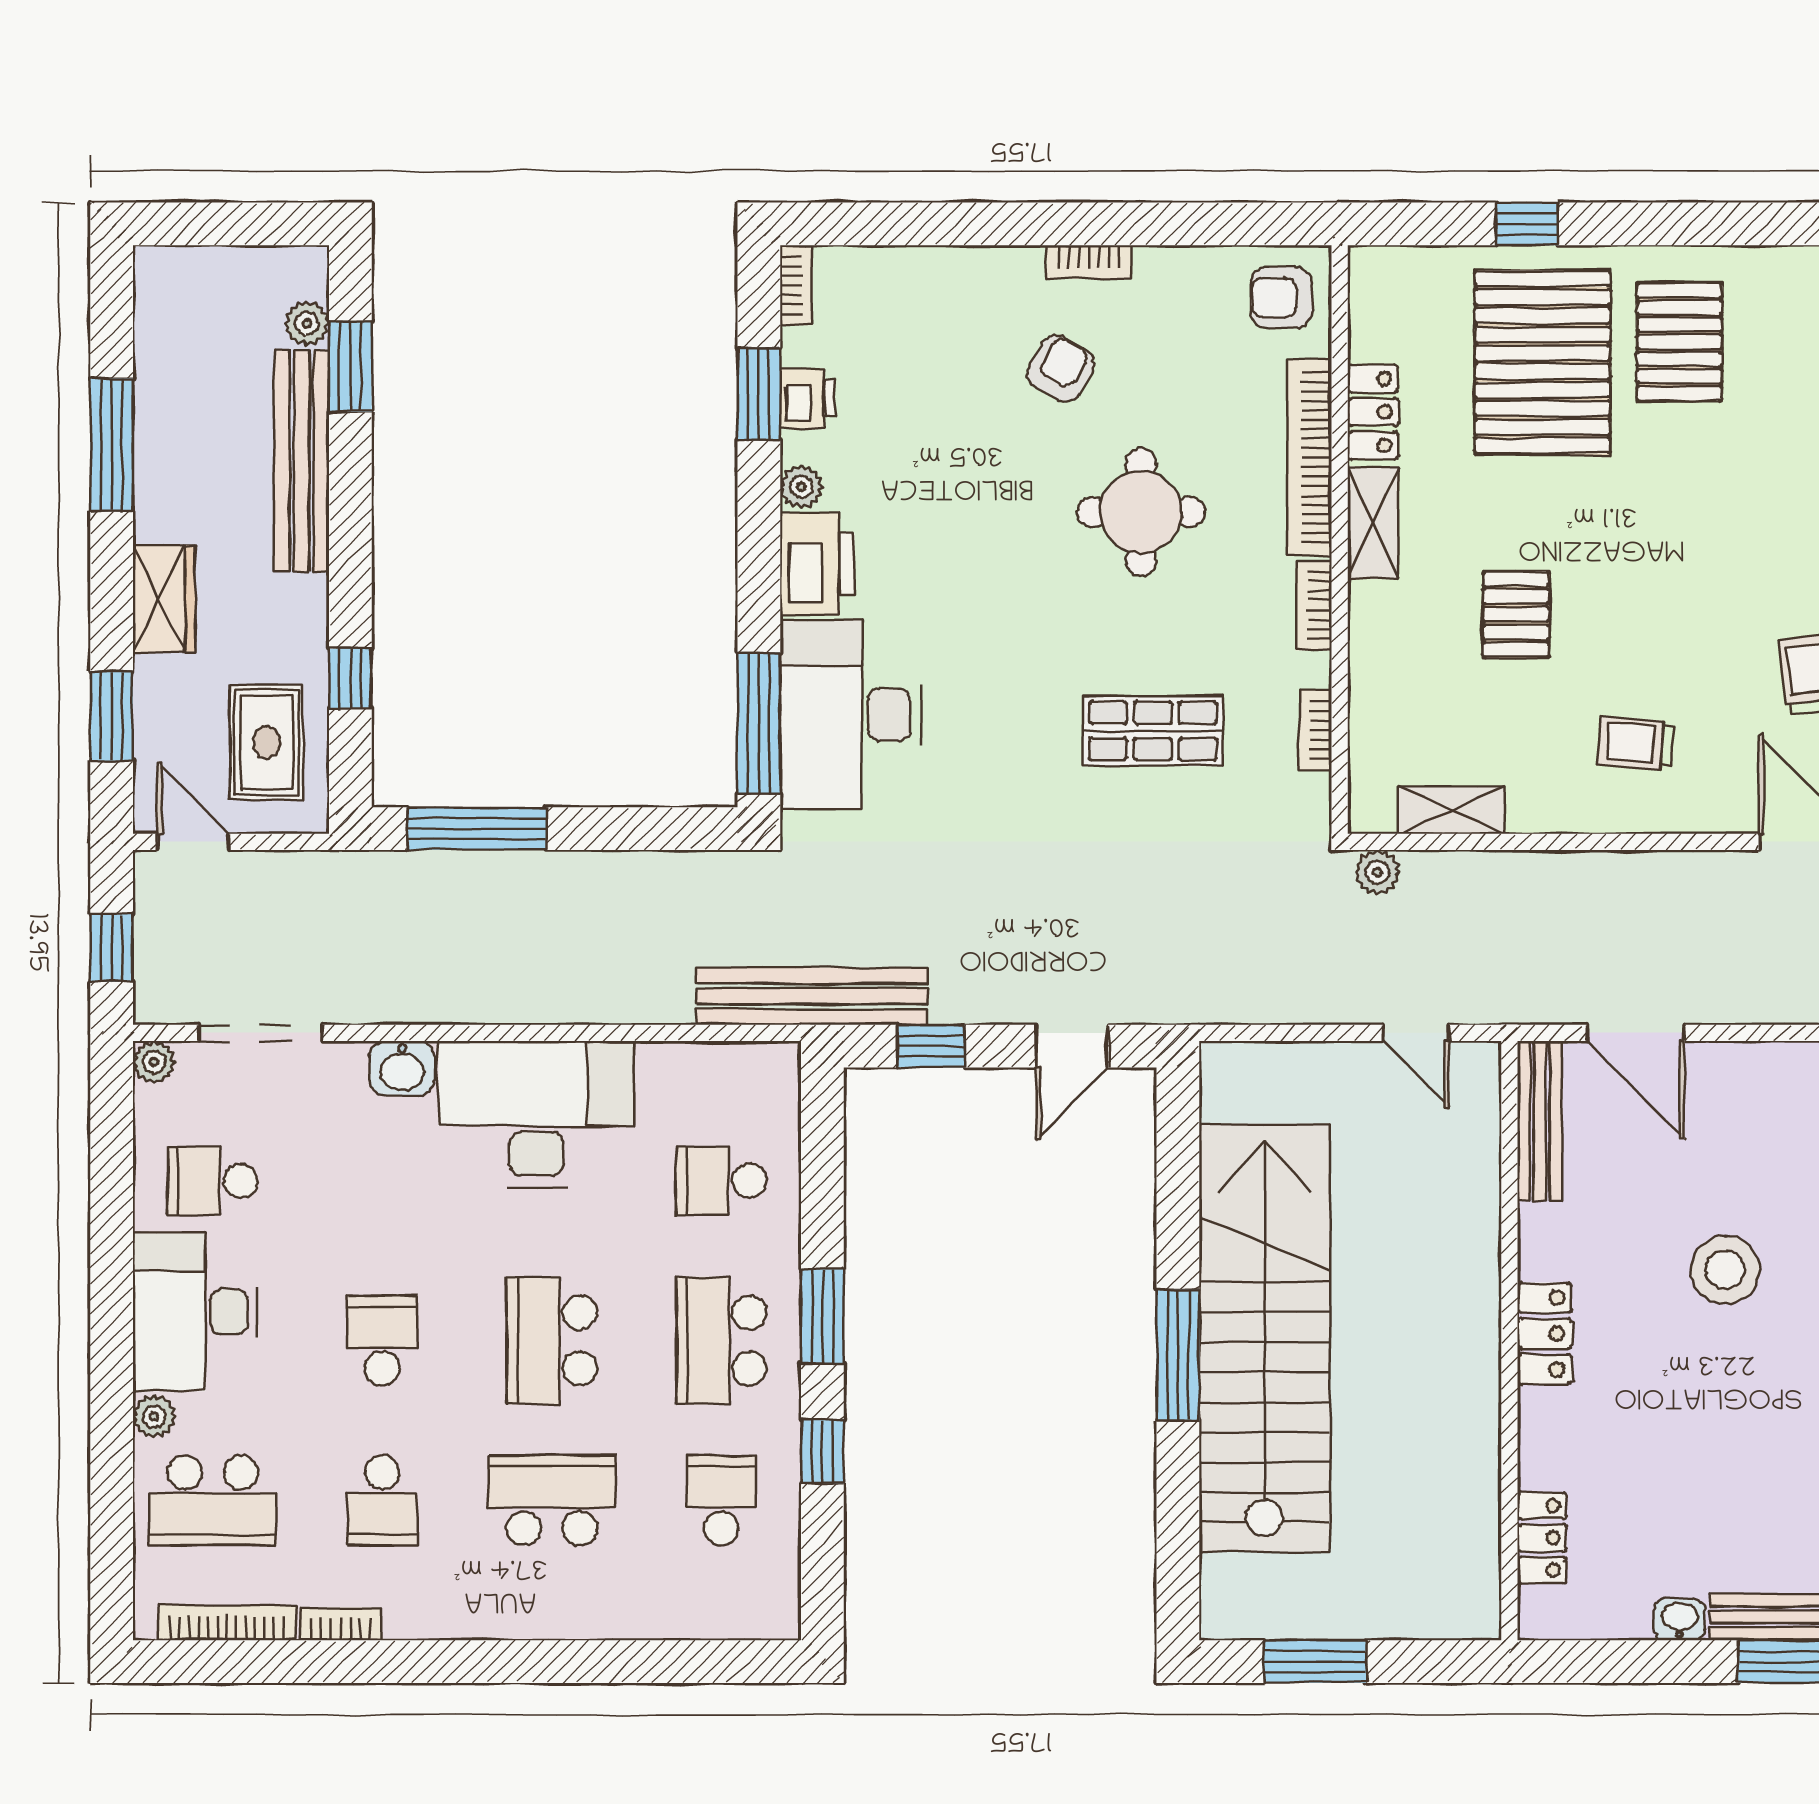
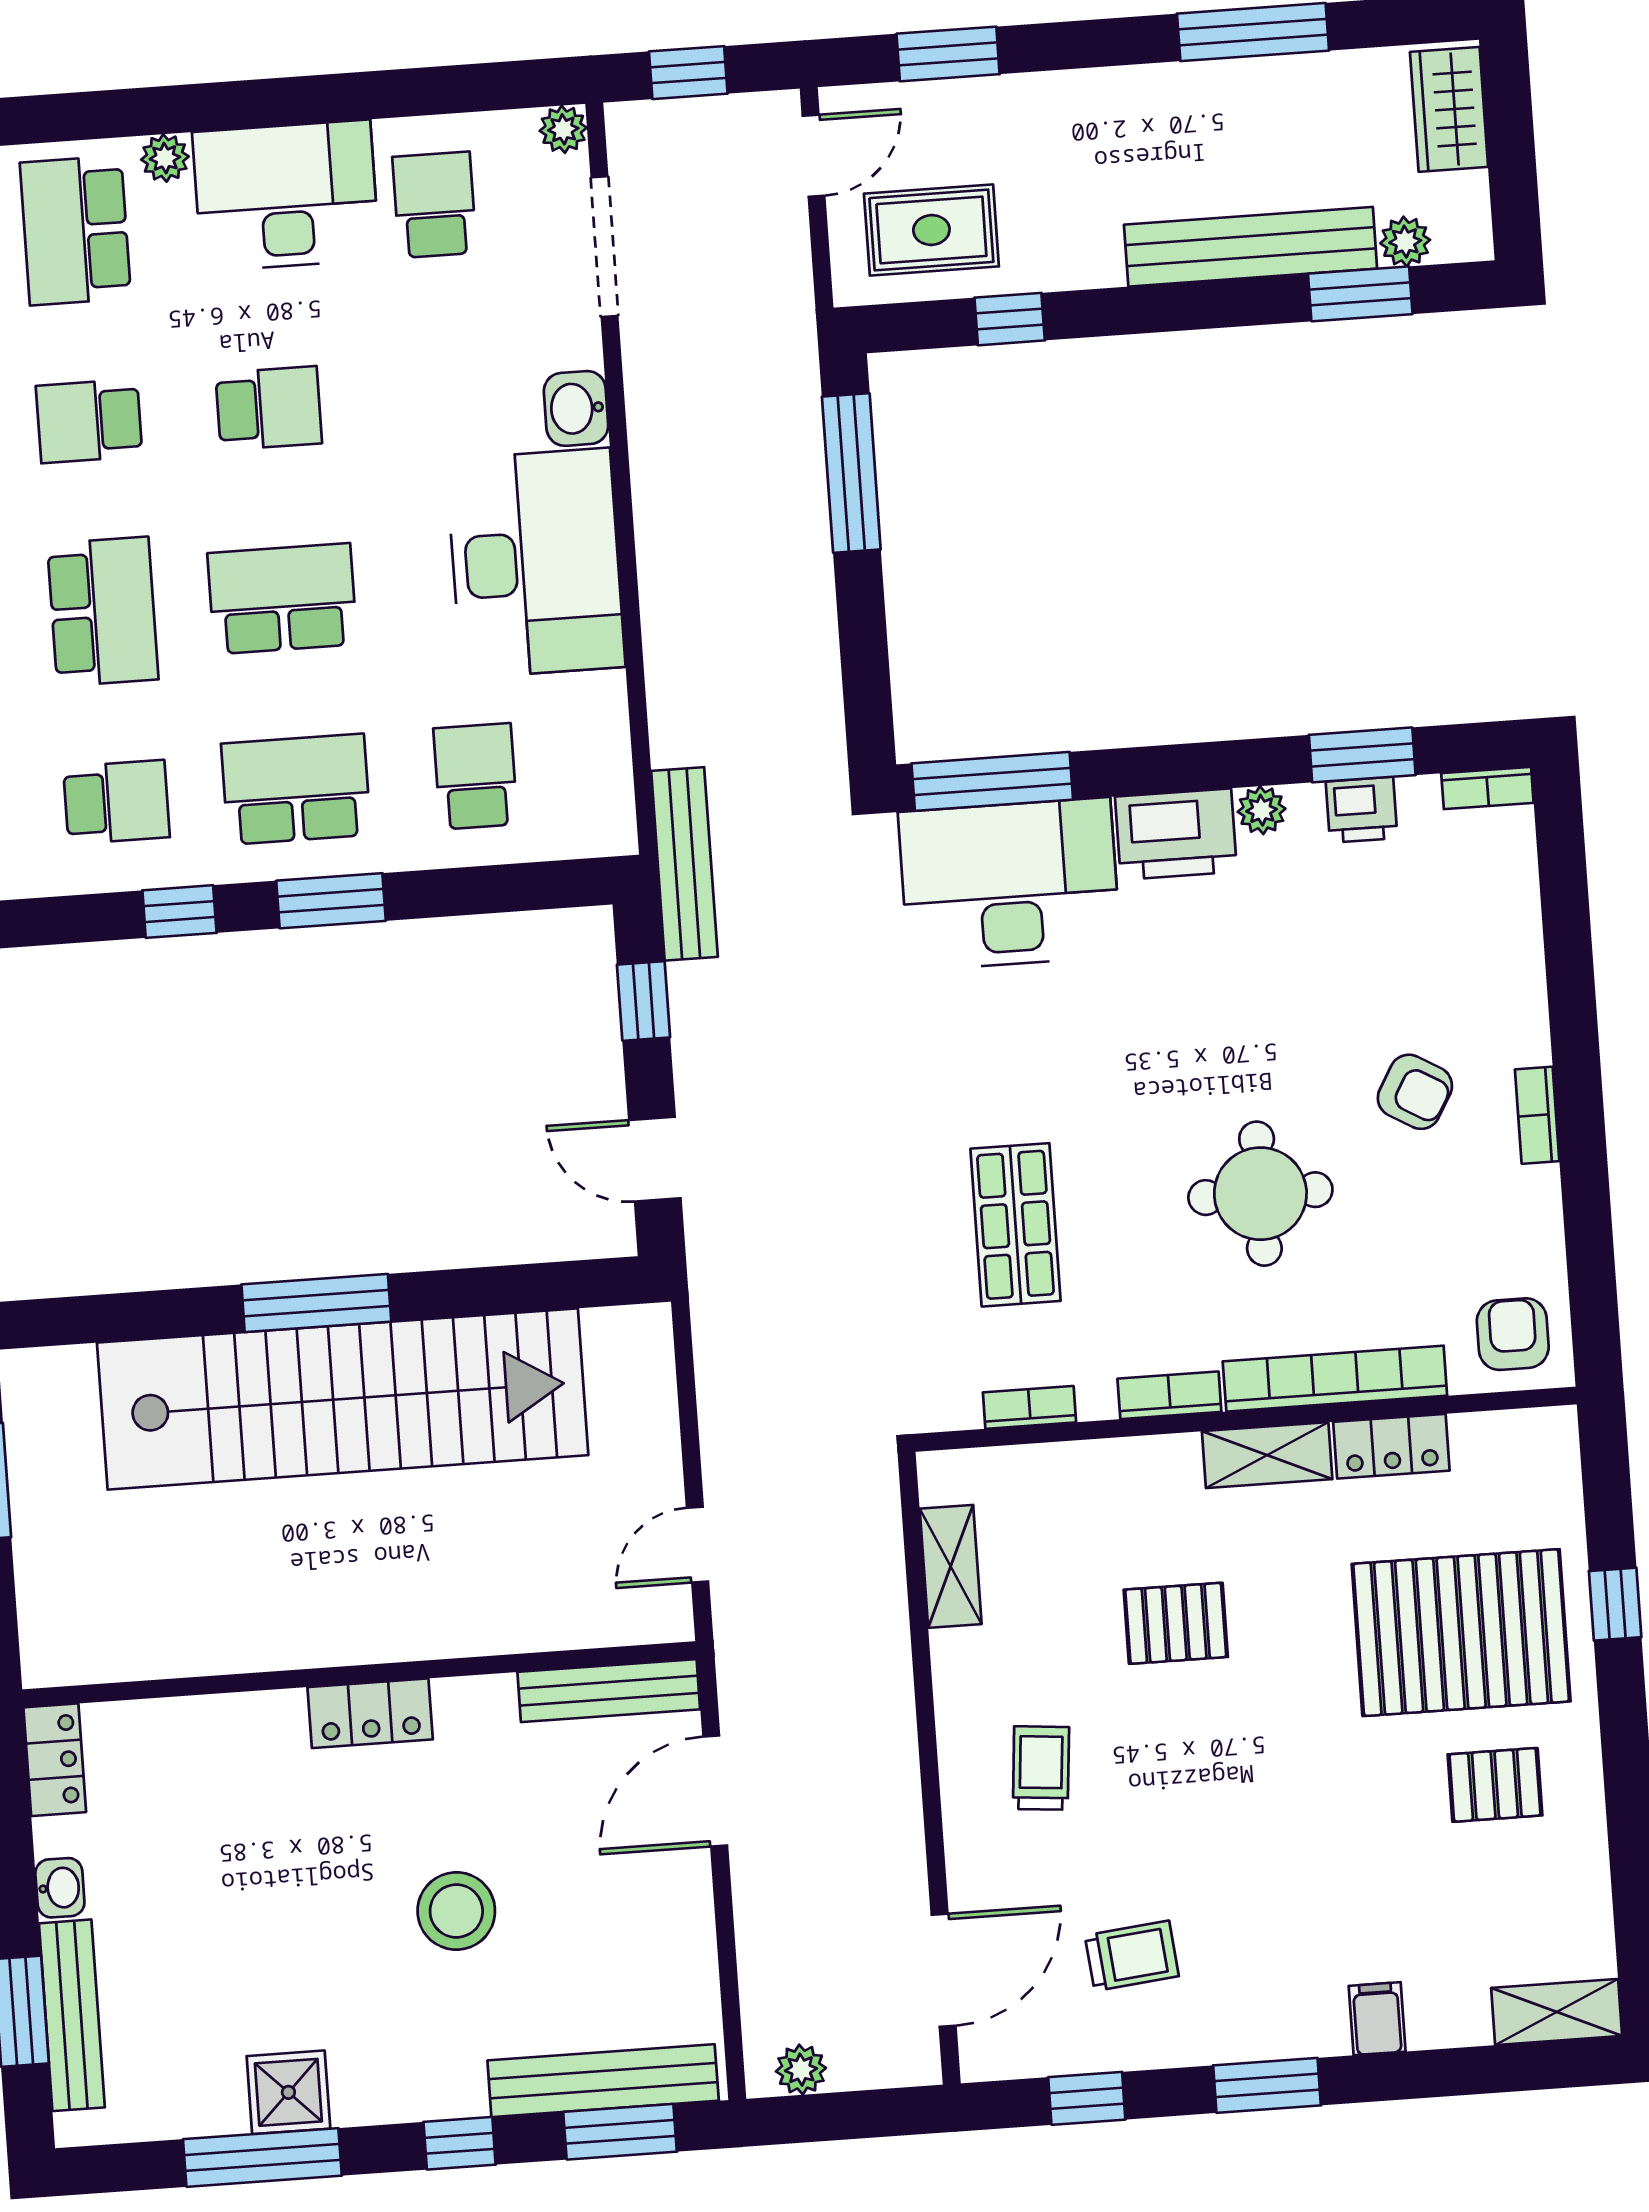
pallet: (1679, 342) -> (1495, 1785), width x0.67, depth x0.71
wardrobe: (164, 599) -> (1449, 109), moved, turned 90
plant: (1377, 872) -> (875, 1488), removed
bench: (812, 996) -> (684, 864), width x0.73, depth x0.82
locker: (1542, 1538) -> (55, 1760), moved, turned -90

